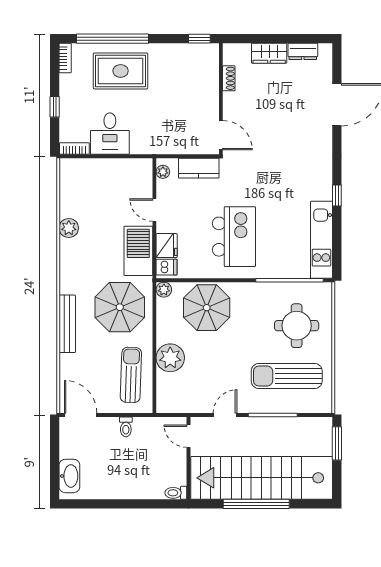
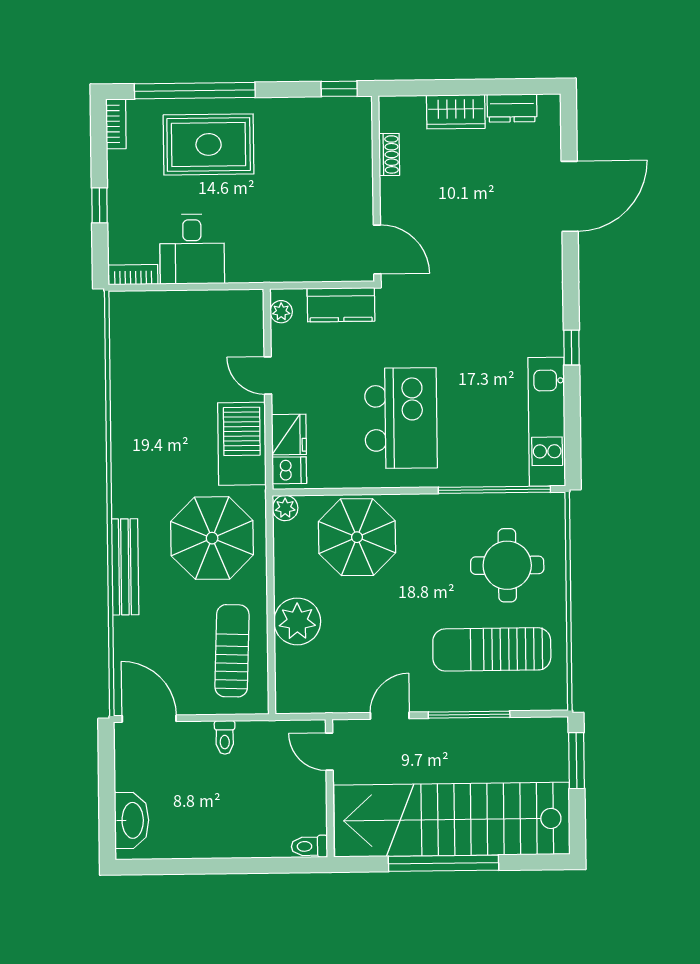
plant: (69, 228) -> (125, 407), removed

